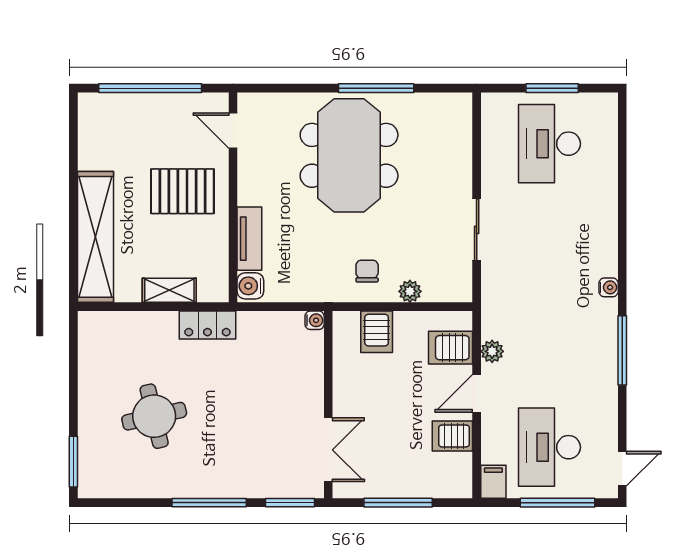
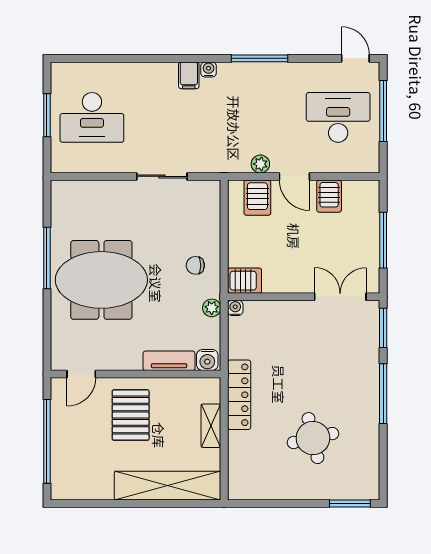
plant: (410, 291) -> (212, 308), moved
locker: (207, 325) -> (239, 395), width x1.53
server rack: (377, 332) -> (245, 281), moved
desk: (549, 447) -> (338, 117), turned 180
filing cabinet: (493, 482) -> (189, 75), moved, turned -90

